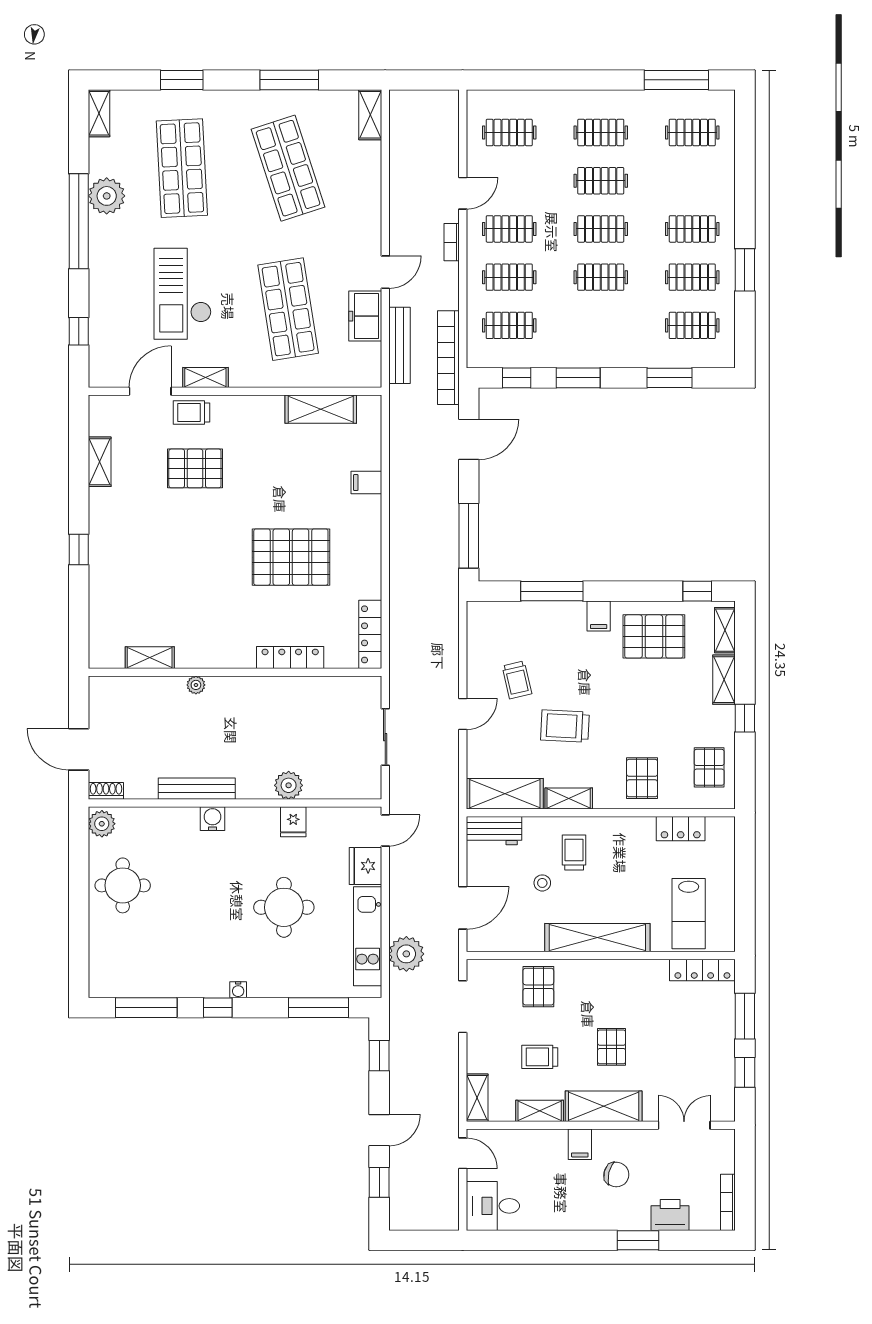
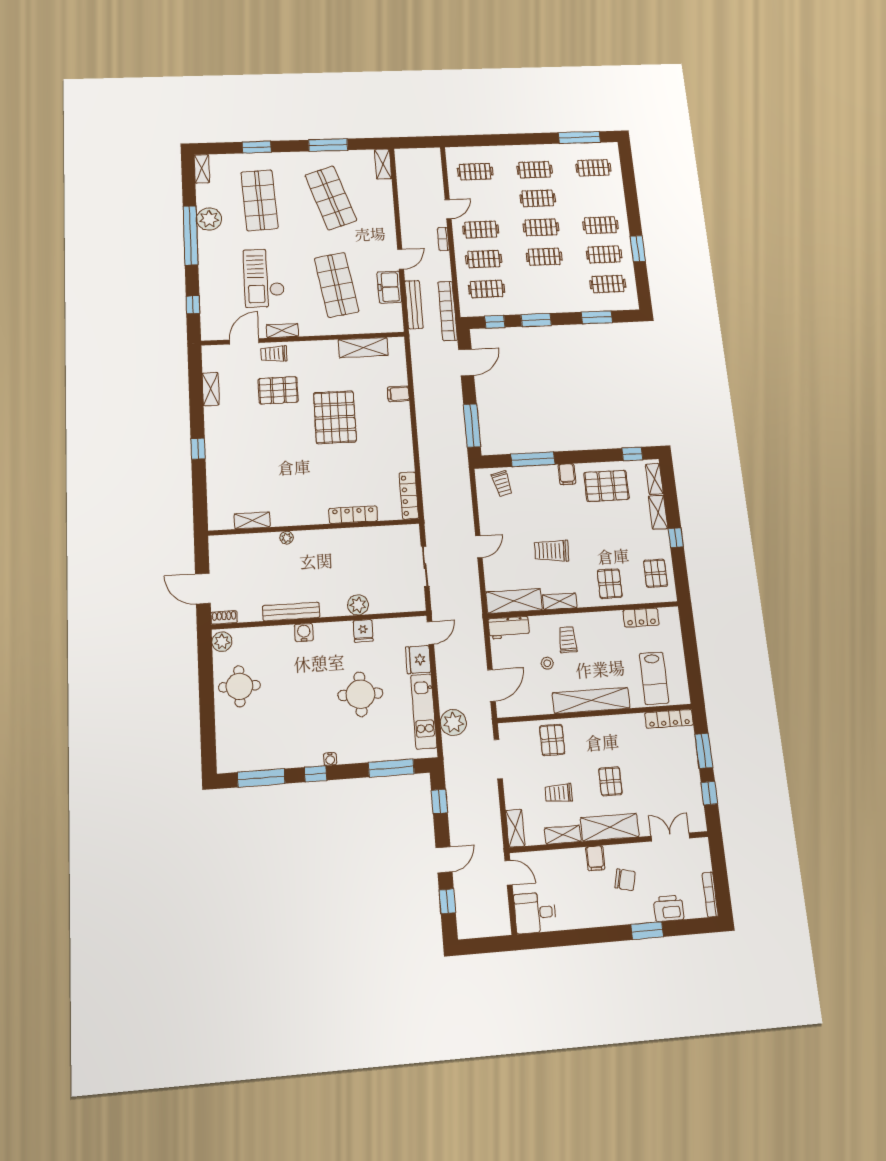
pallet: (291, 557) -> (335, 417), moved, turned 90
trolley: (517, 680) -> (502, 484), moved

